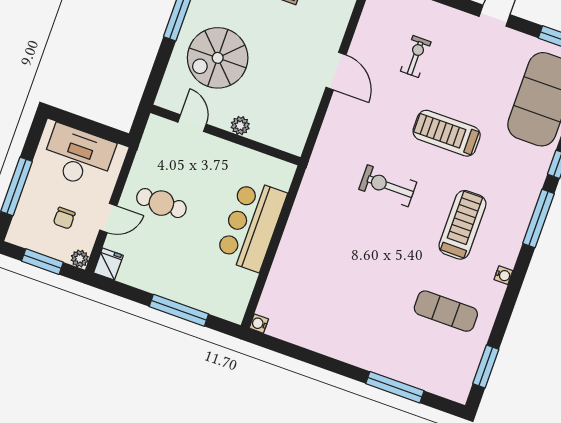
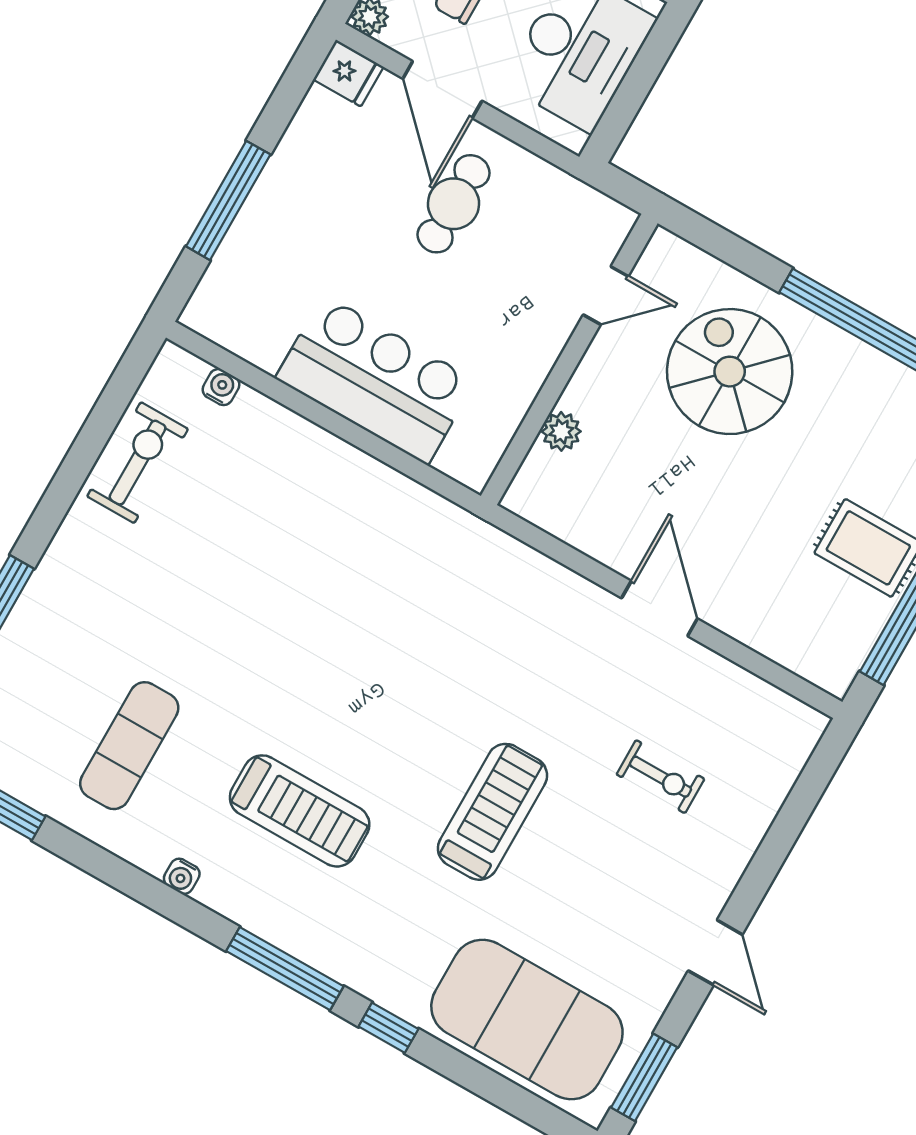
door: (336, 71) -> (659, 608), swing flipped
plant: (240, 126) -> (561, 431), moved
exercise bike: (388, 186) -> (138, 463), moved
door: (108, 218) -> (442, 90), width x1.38
water cooler: (259, 324) -> (221, 387), moved

